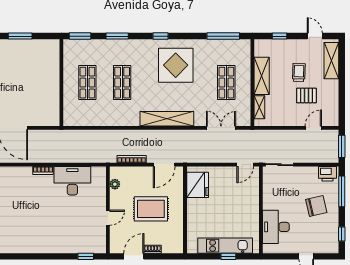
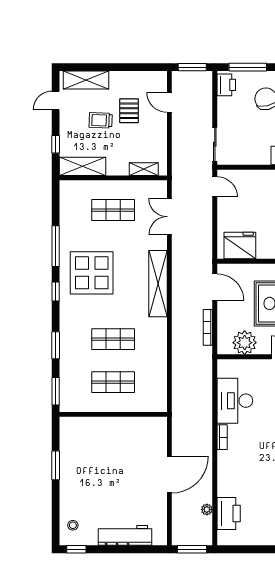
window: (223, 36) -> (56, 246), moved
shelving: (262, 76) -> (83, 166), moved
plant: (115, 184) -> (245, 343), width x1.87, depth x1.87

